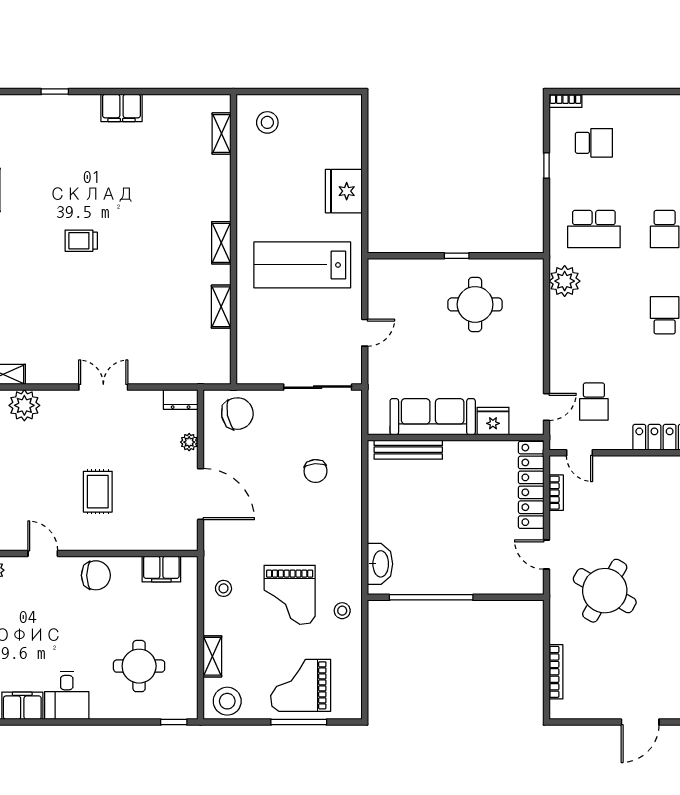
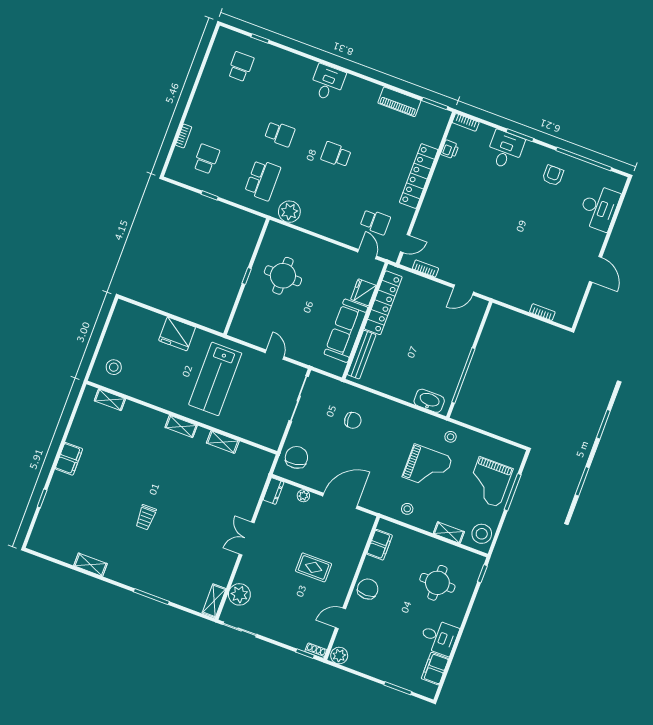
bookcase: (566, 101) -> (184, 136), moved
locker: (531, 485) -> (383, 303), moved, turned -90
round table: (605, 591) -> (501, 261), removed
bookcase: (556, 672) -> (542, 312), width x0.64

